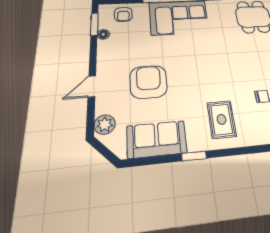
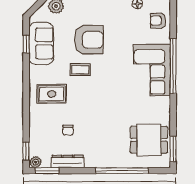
coffee table: (187, 88) -> (80, 70), added
window: (194, 156) -> (26, 44), moved

